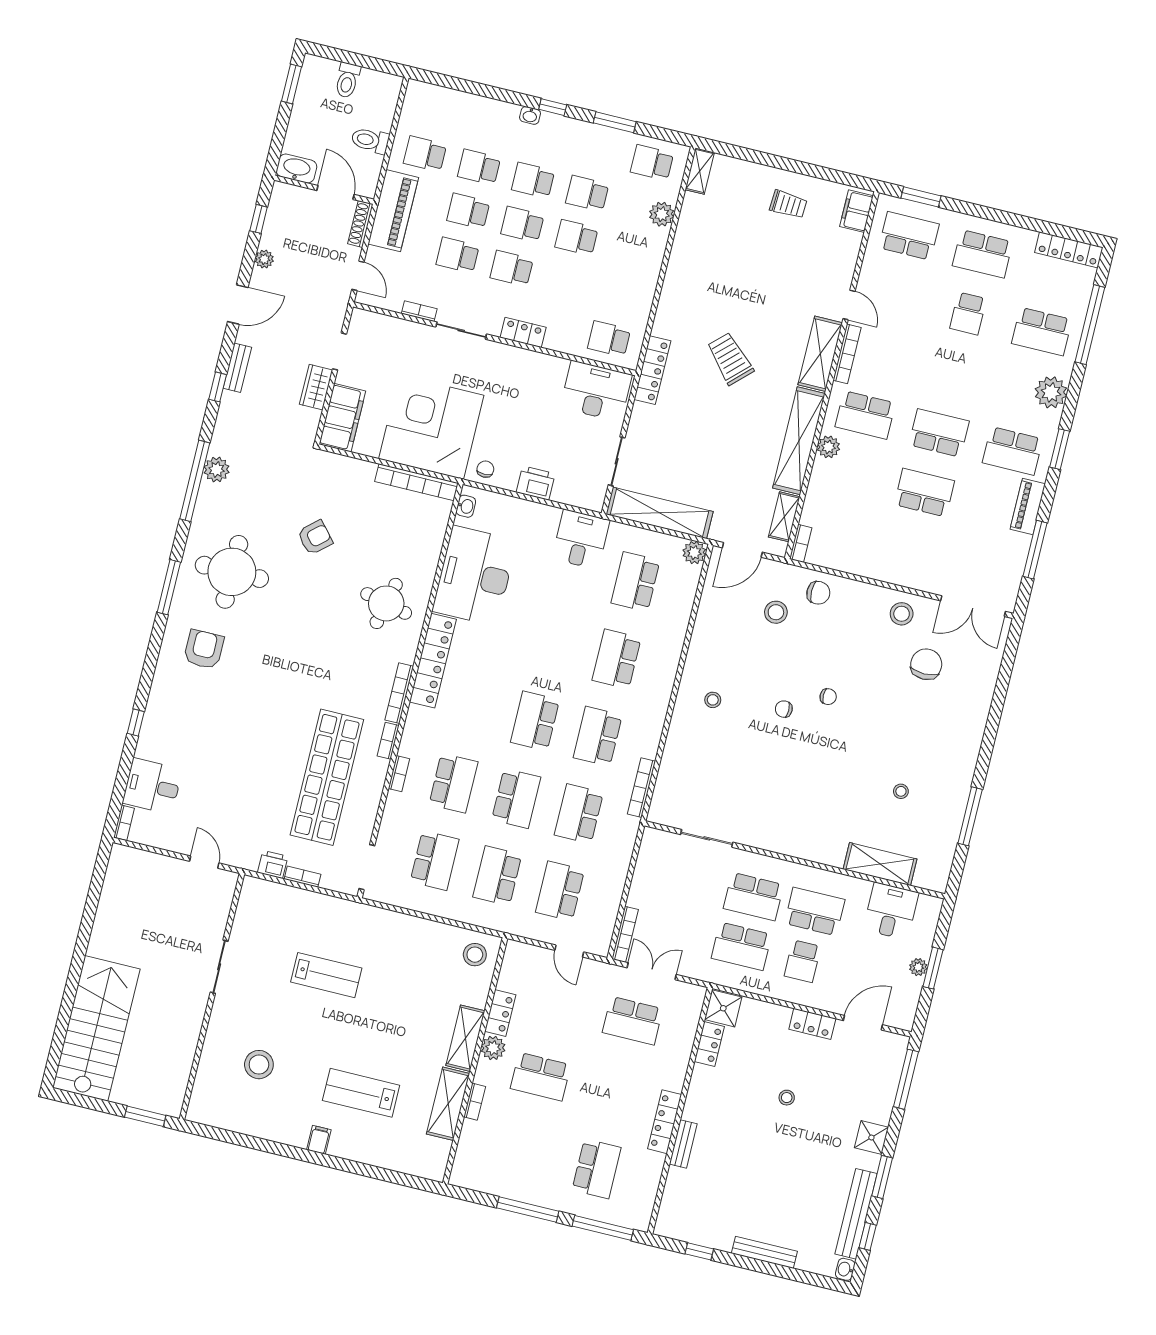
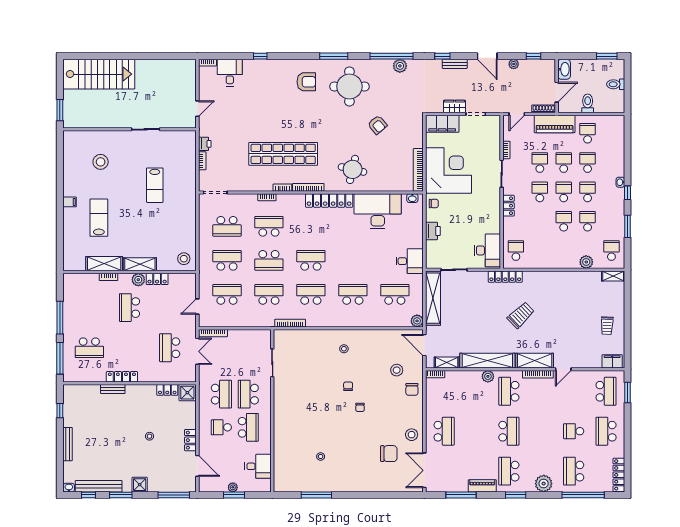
school desk: (924, 493) -> (444, 431), moved
shop shelf: (327, 777) -> (283, 154), moved
school desk: (453, 783) -> (269, 226), turned 180
shelving: (880, 864) -> (281, 455), removed
school desk: (741, 946) -> (221, 394), turned 180

